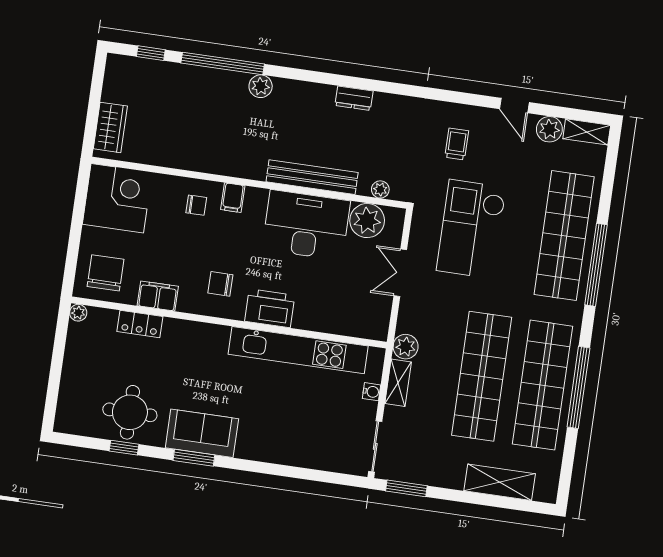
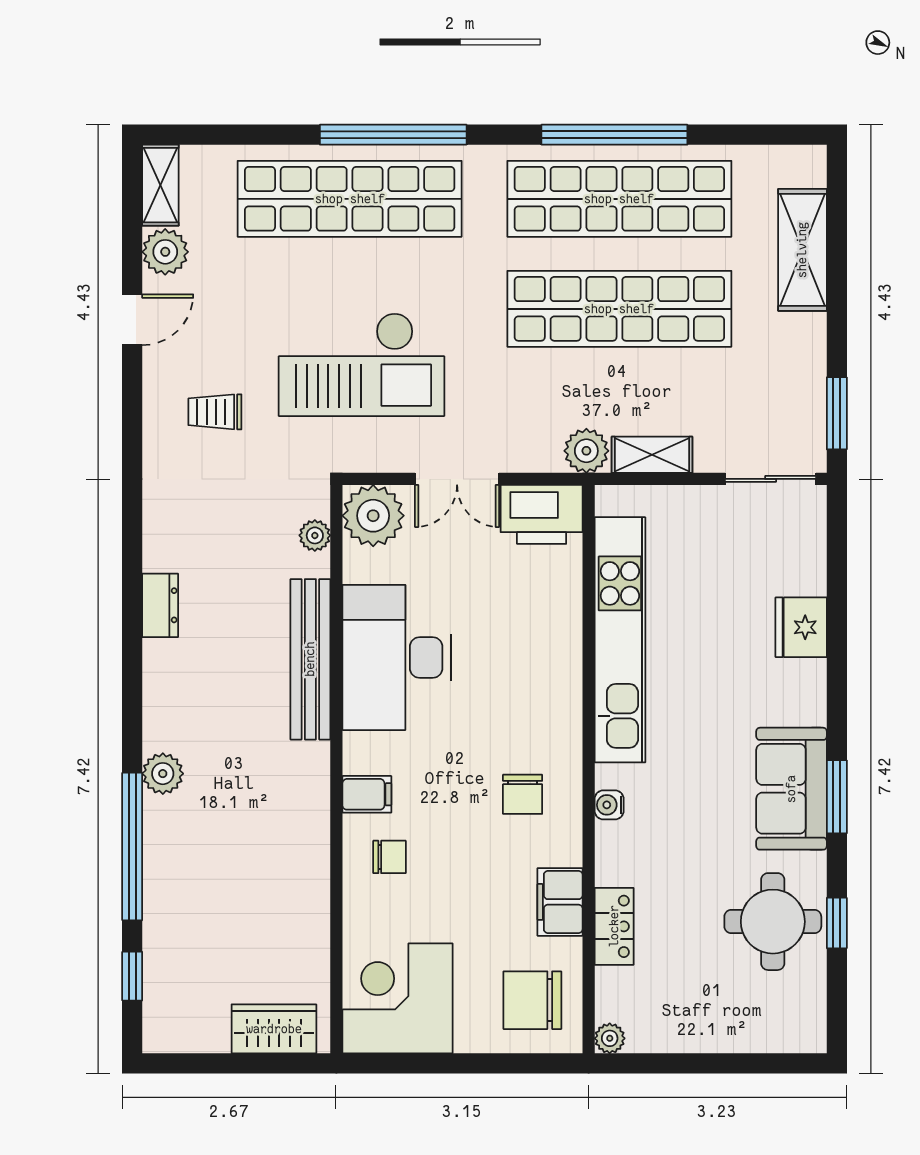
chair: (196, 205) -> (390, 857), turned 90
plant: (367, 221) -> (373, 516), moved
printer: (270, 308) -> (542, 514), moved, turned -90
water cooler: (372, 392) -> (609, 805), moved, turned -90
fridge: (291, 452) -> (801, 627), added

